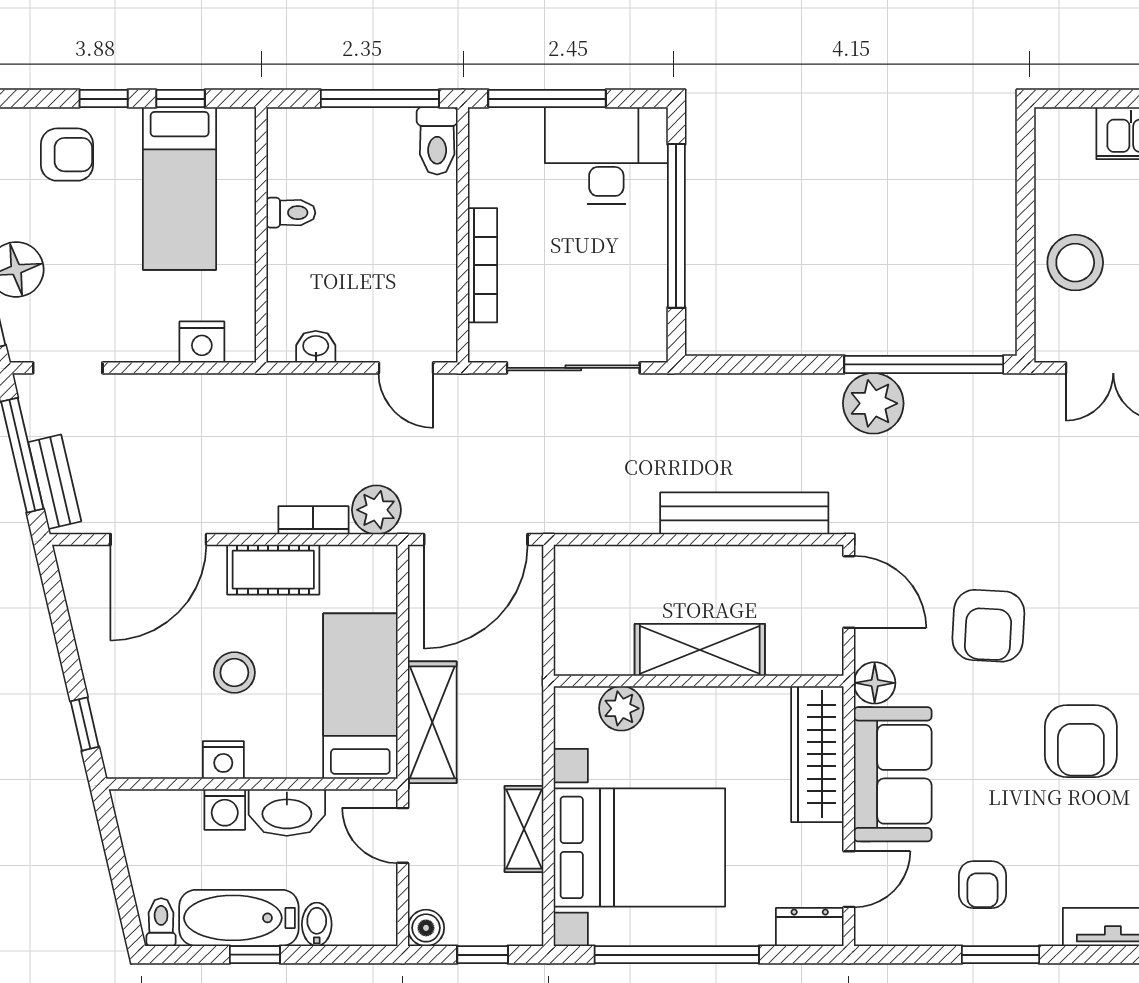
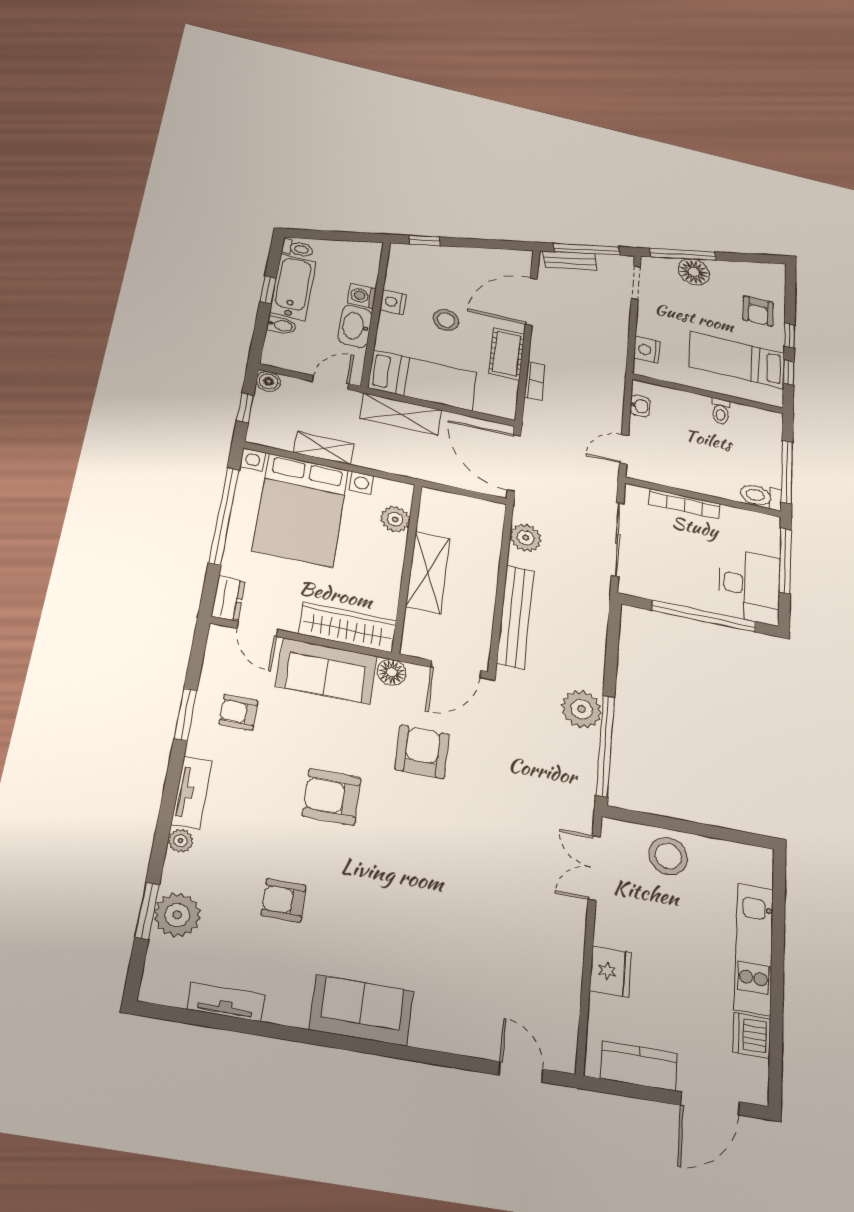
plant: (376, 510) -> (526, 538), moved
door: (158, 539) -> (531, 302), hinge flipped
armchair: (988, 626) -> (422, 752), turned 87

